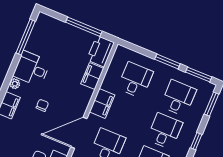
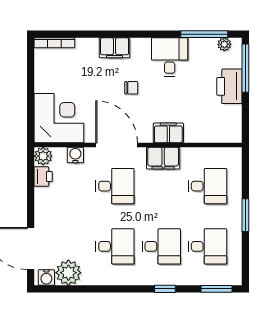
window: (84, 27) -> (245, 68), moved
printer: (101, 51) -> (229, 86), moved, turned -90
window: (199, 75) -> (245, 259), removed
filing cabinet: (92, 76) -> (168, 133), moved
plant: (15, 84) -> (224, 44), moved

